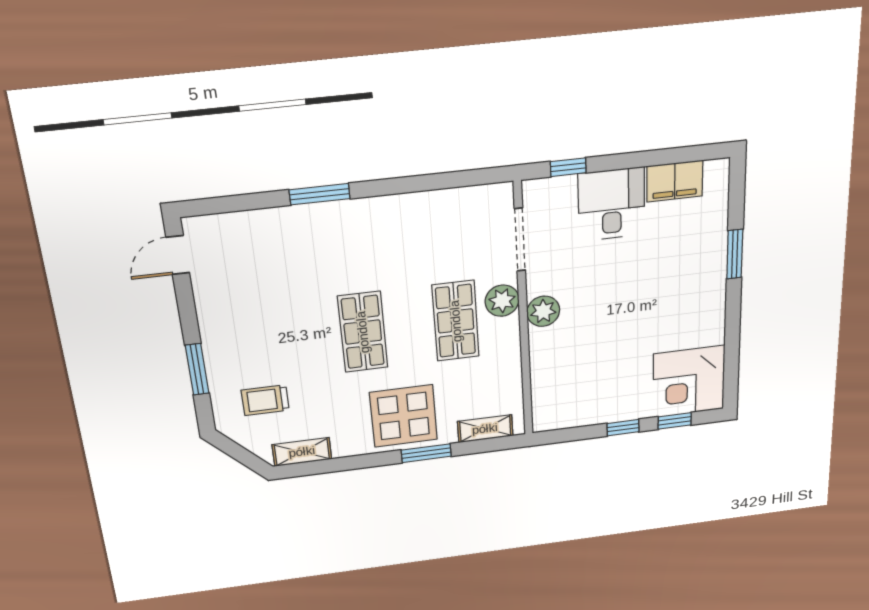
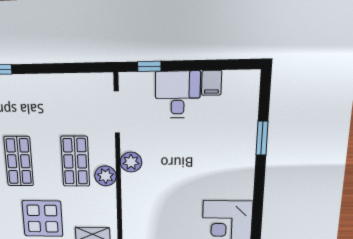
filing cabinet: (675, 181) -> (212, 83), width x0.50
plant: (502, 301) -> (105, 176), moved

